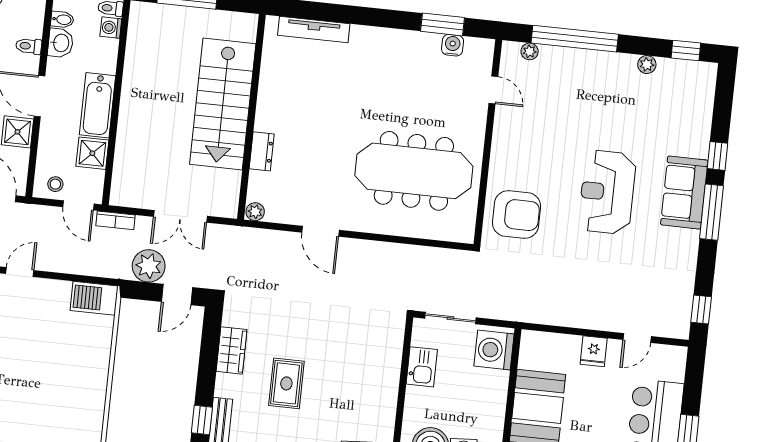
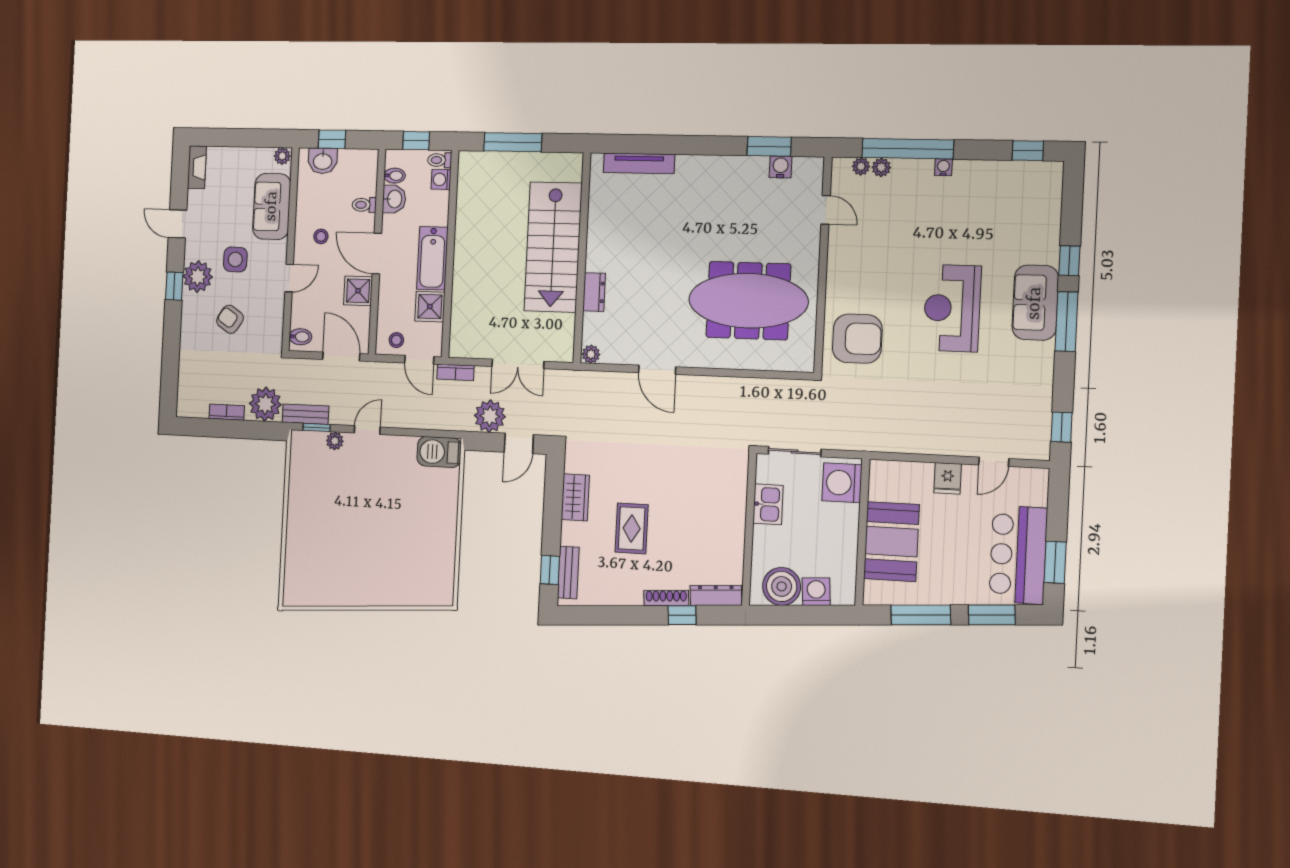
water cooler: (607, 59) -> (943, 167), added
plant: (647, 65) -> (881, 167), moved

